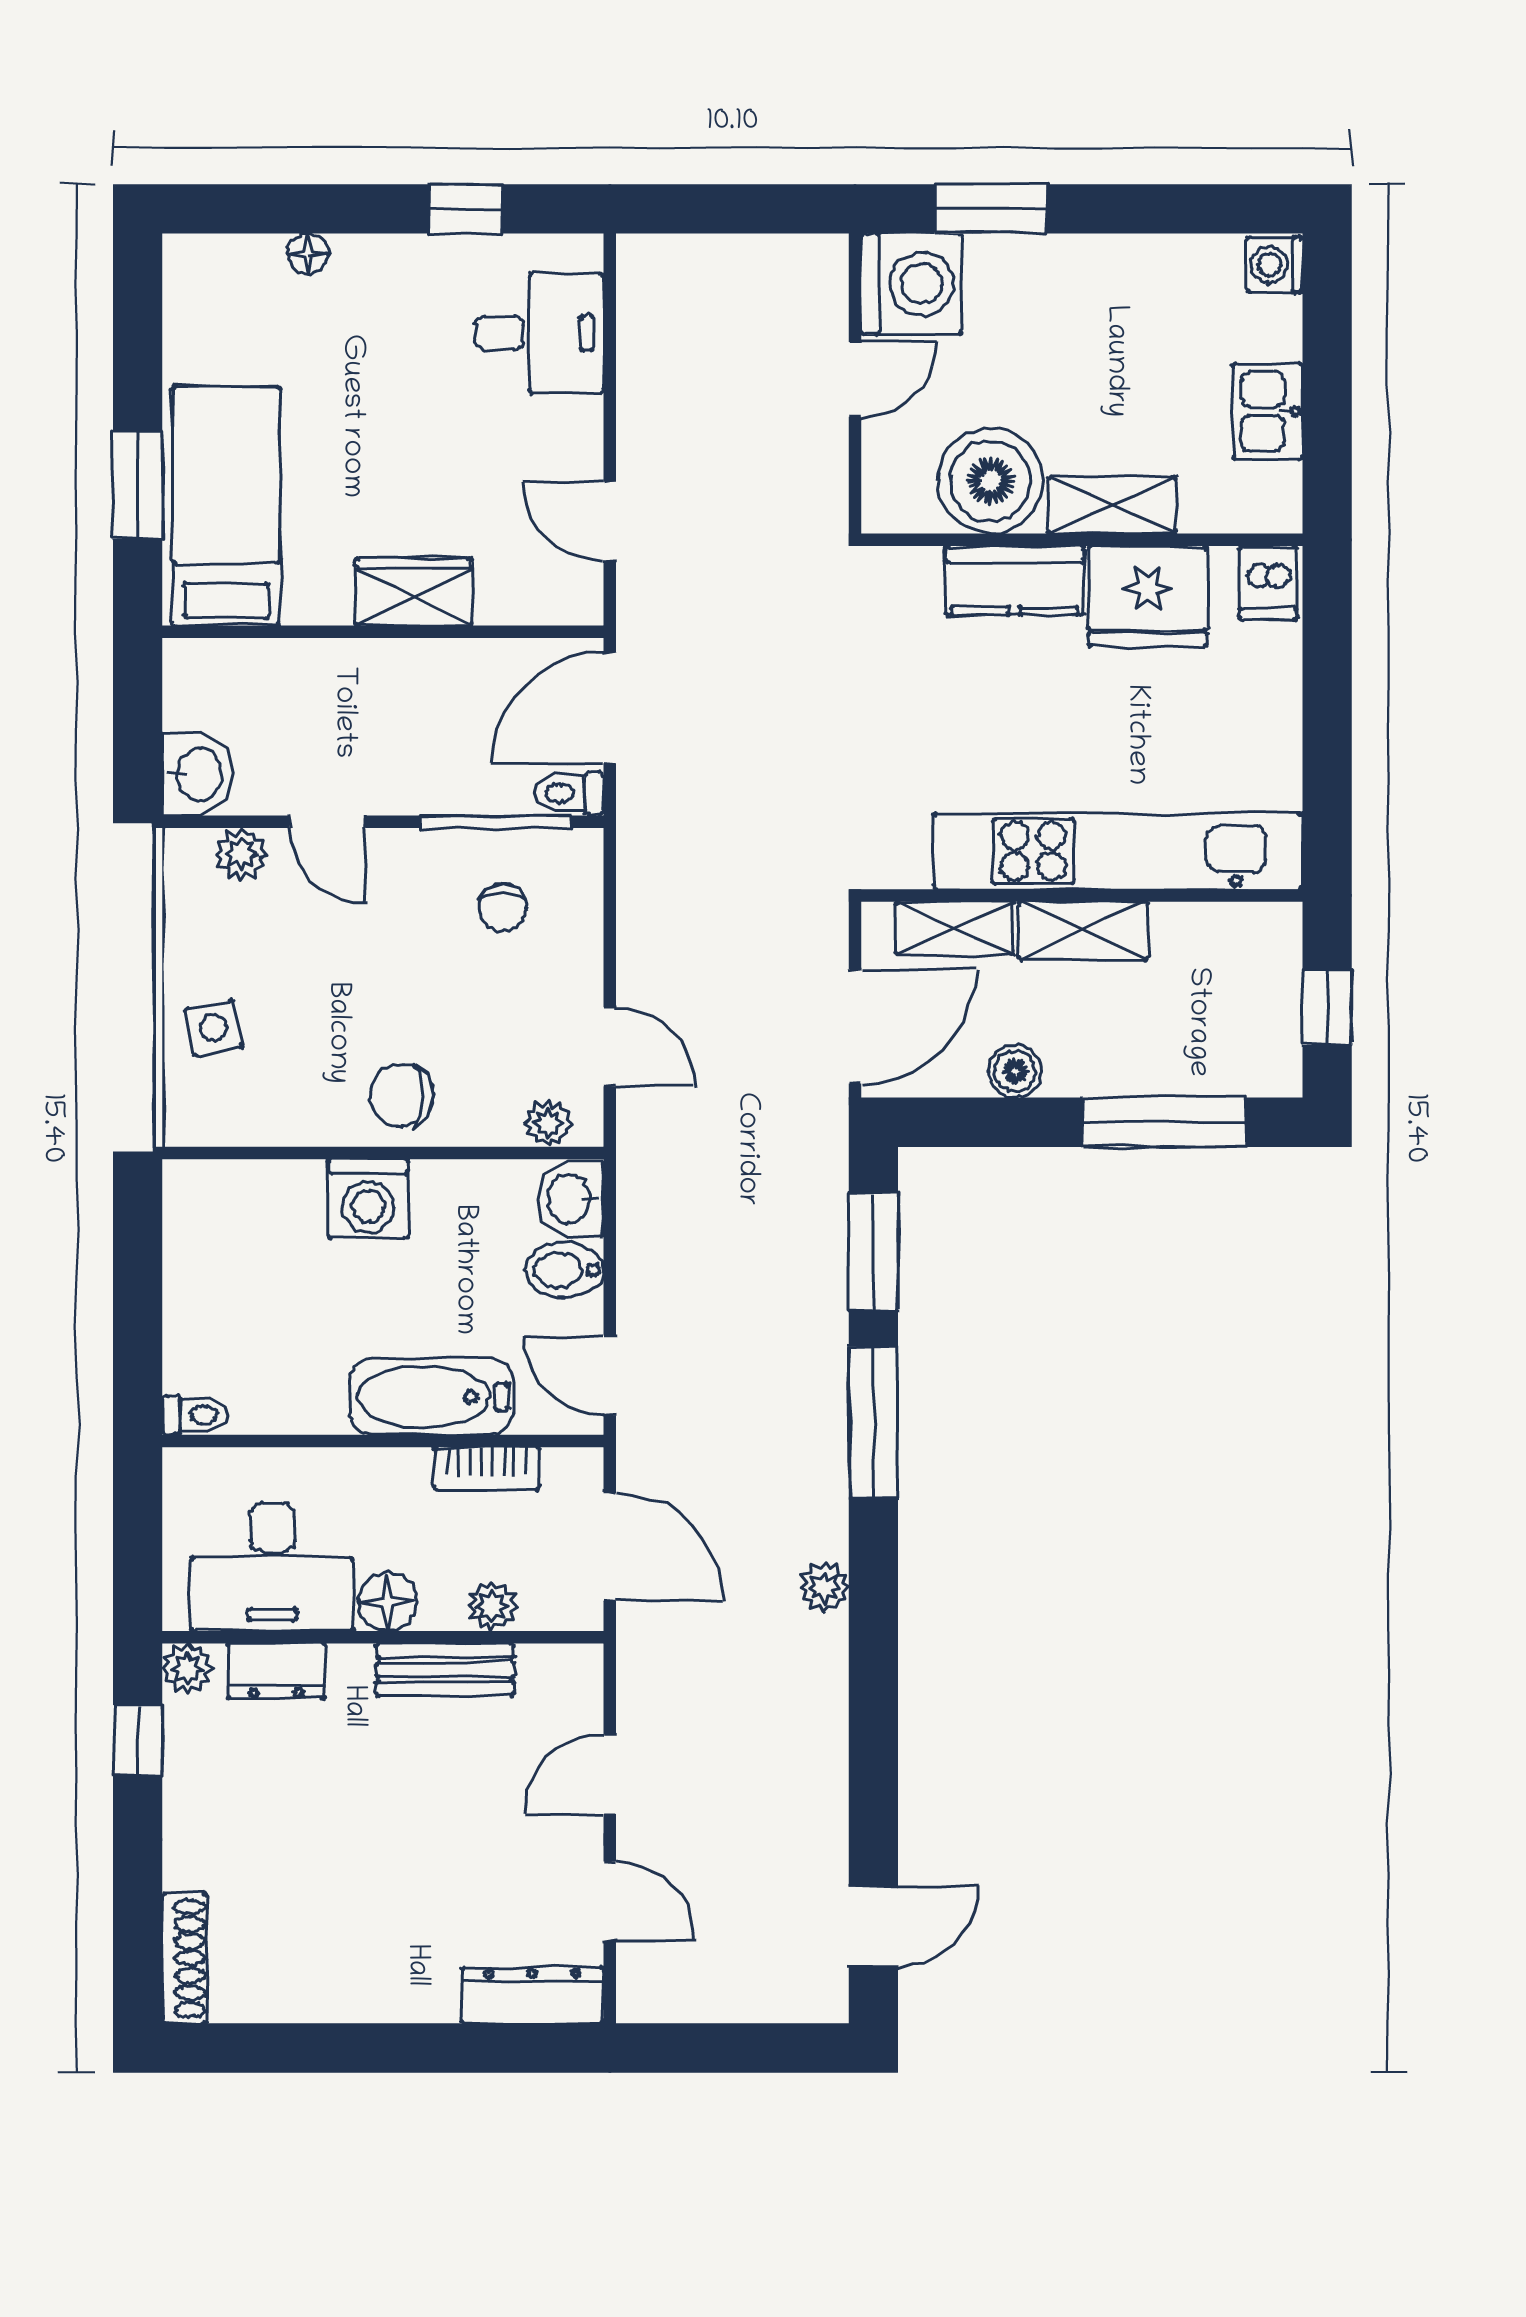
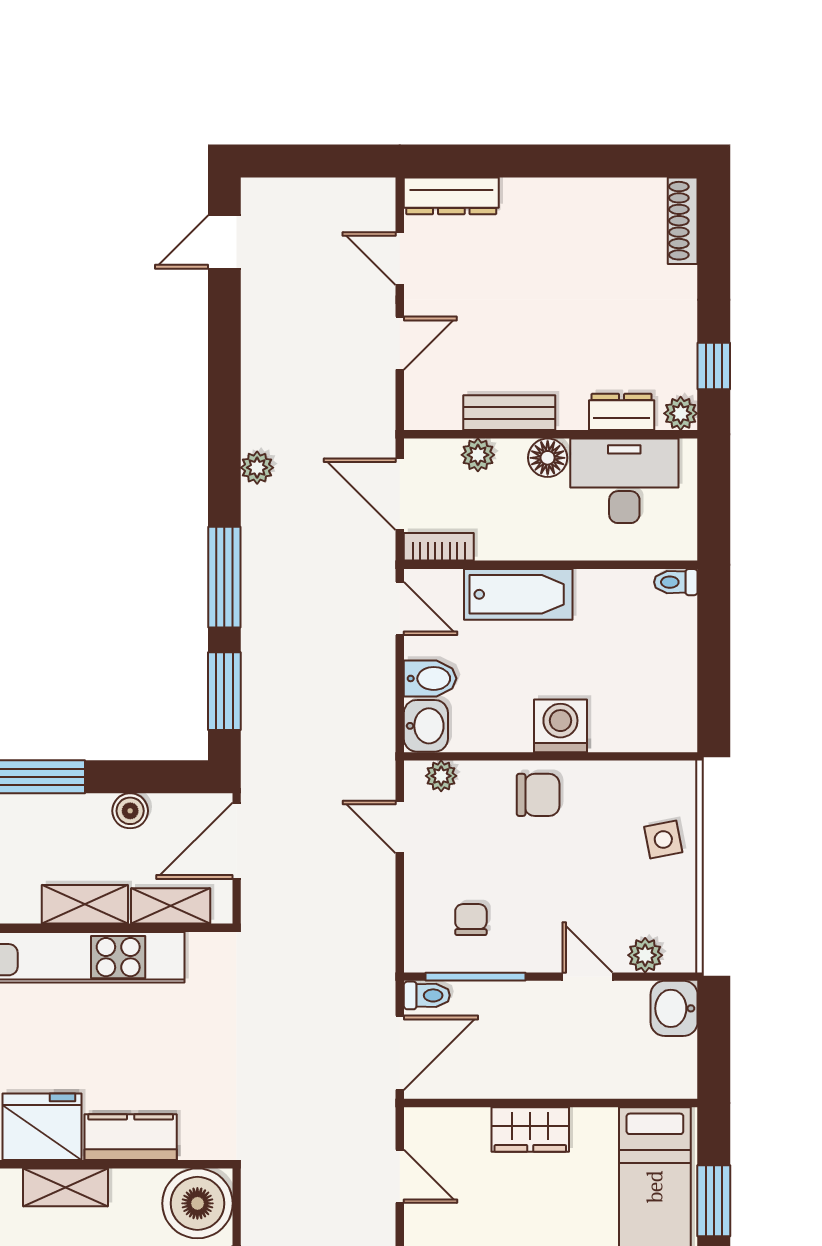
boiler: (991, 481) -> (197, 1203), moved
bookcase: (487, 1468) -> (439, 547), moved

